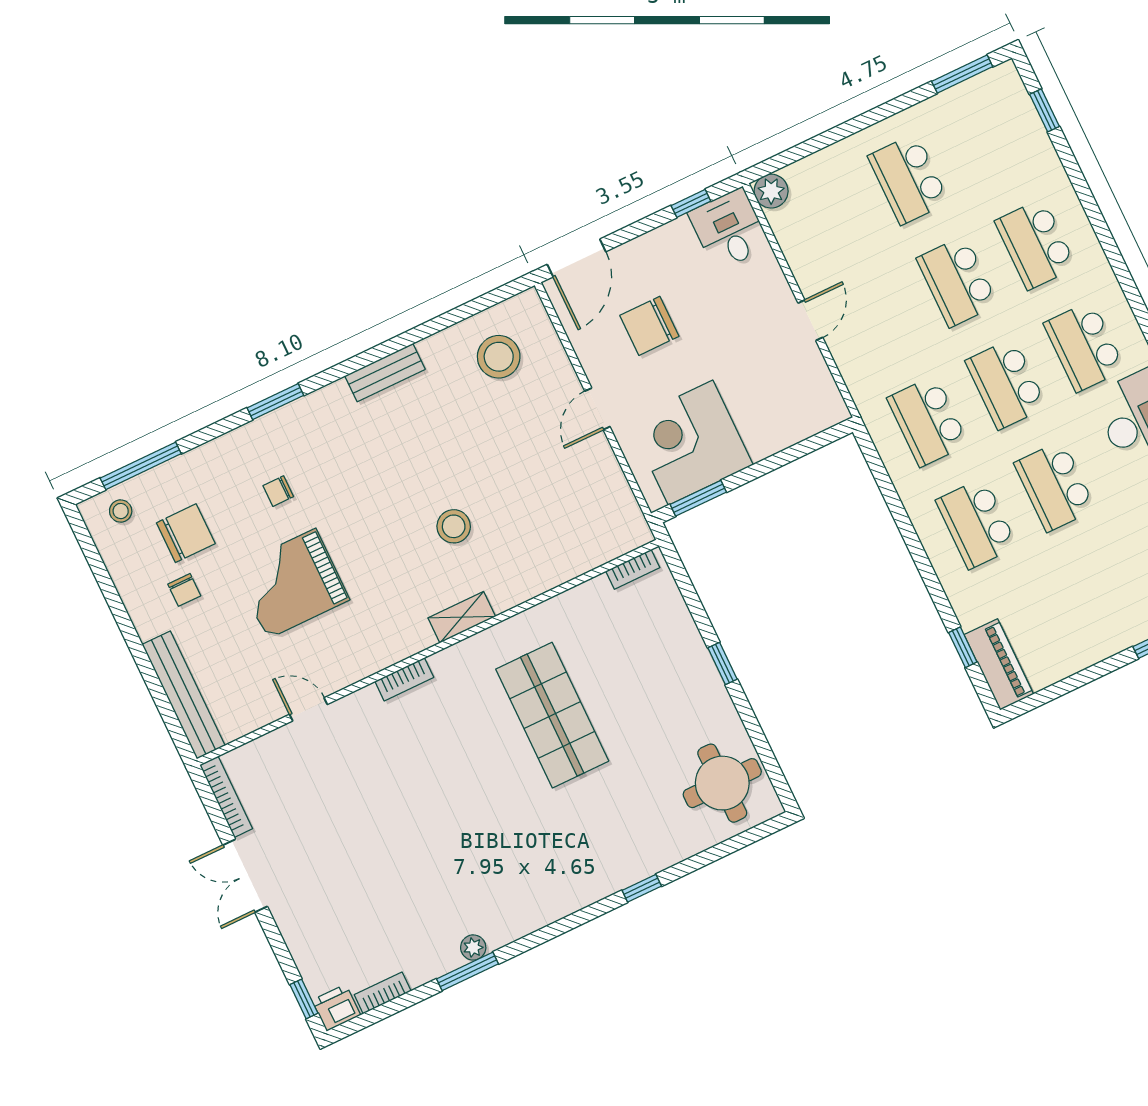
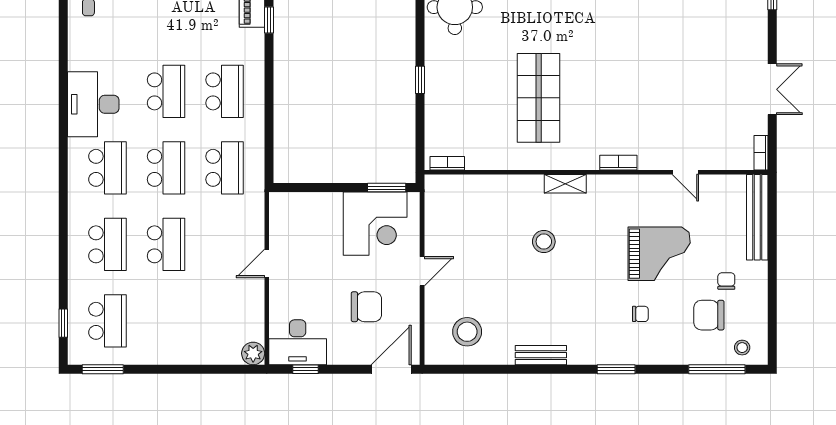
school desk: (908, 179) -> (107, 321), moved
desk: (729, 229) -> (298, 342), width x1.37
bookcase: (226, 797) -> (761, 153), width x0.64

